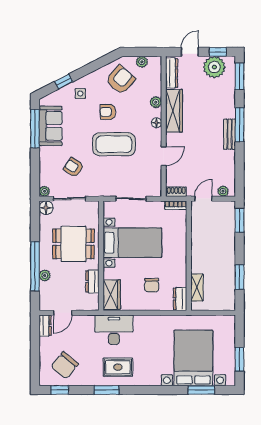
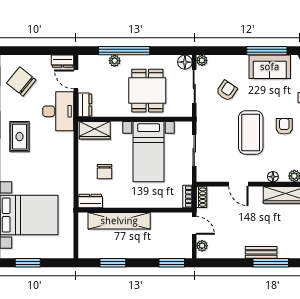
dresser: (92, 281) -> (85, 105), moved, turned 90
chair: (152, 285) -> (104, 172), turned -90
shelving: (197, 287) -> (119, 221), width x2.20, depth x1.33
desk: (114, 330) -> (58, 111), moved

